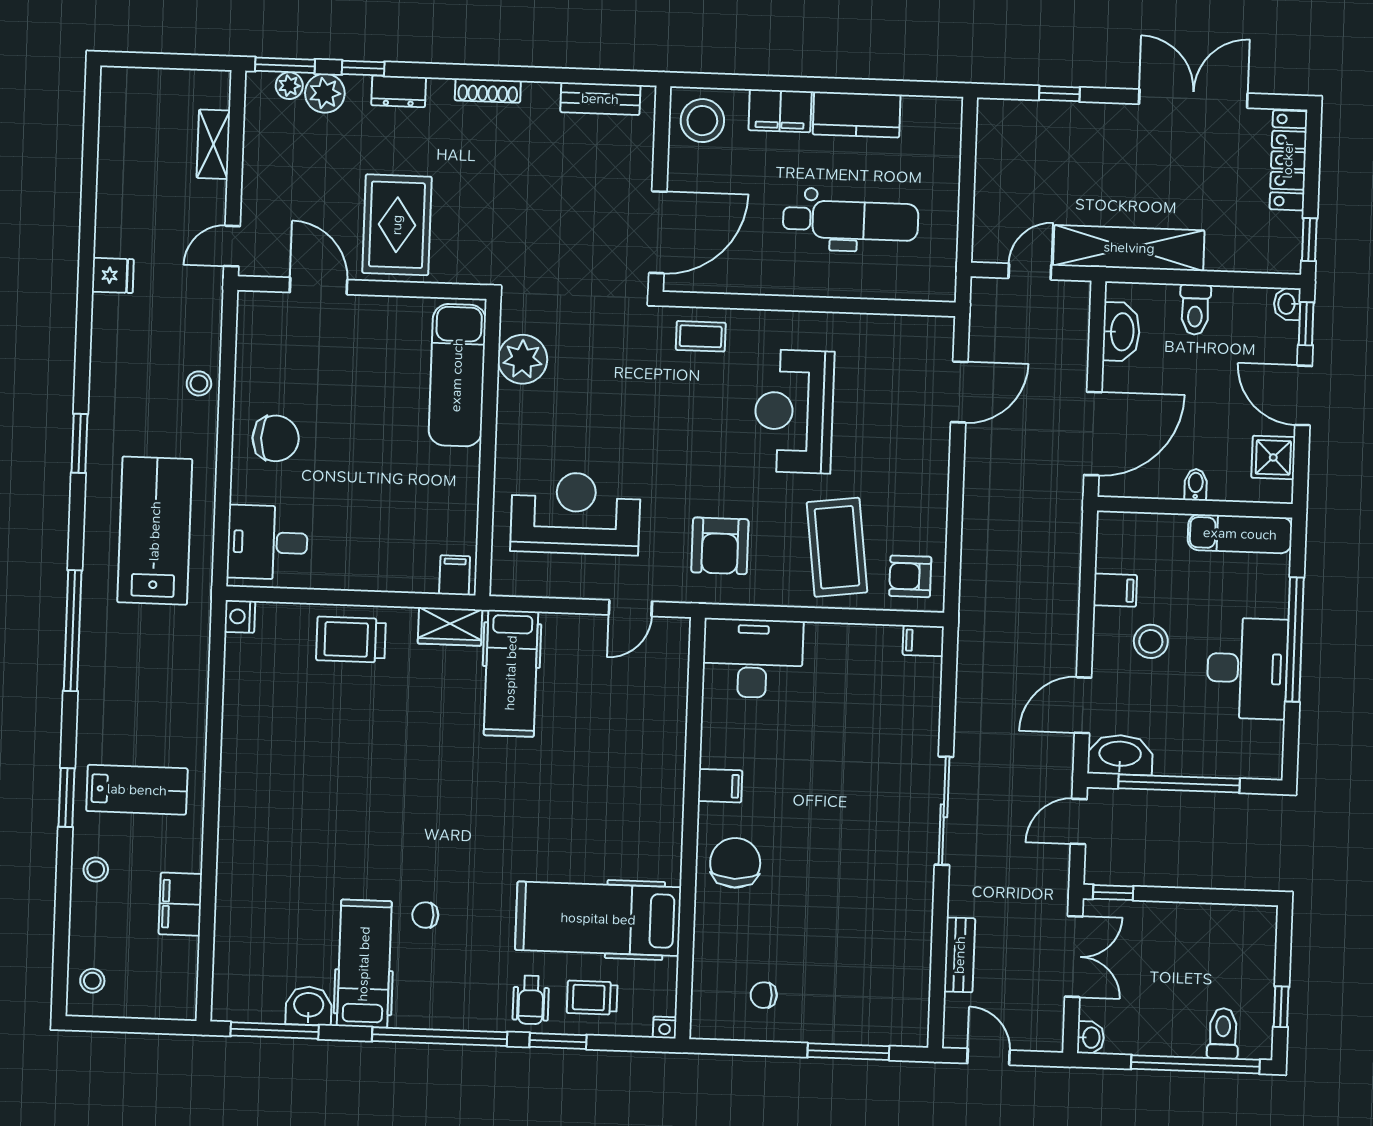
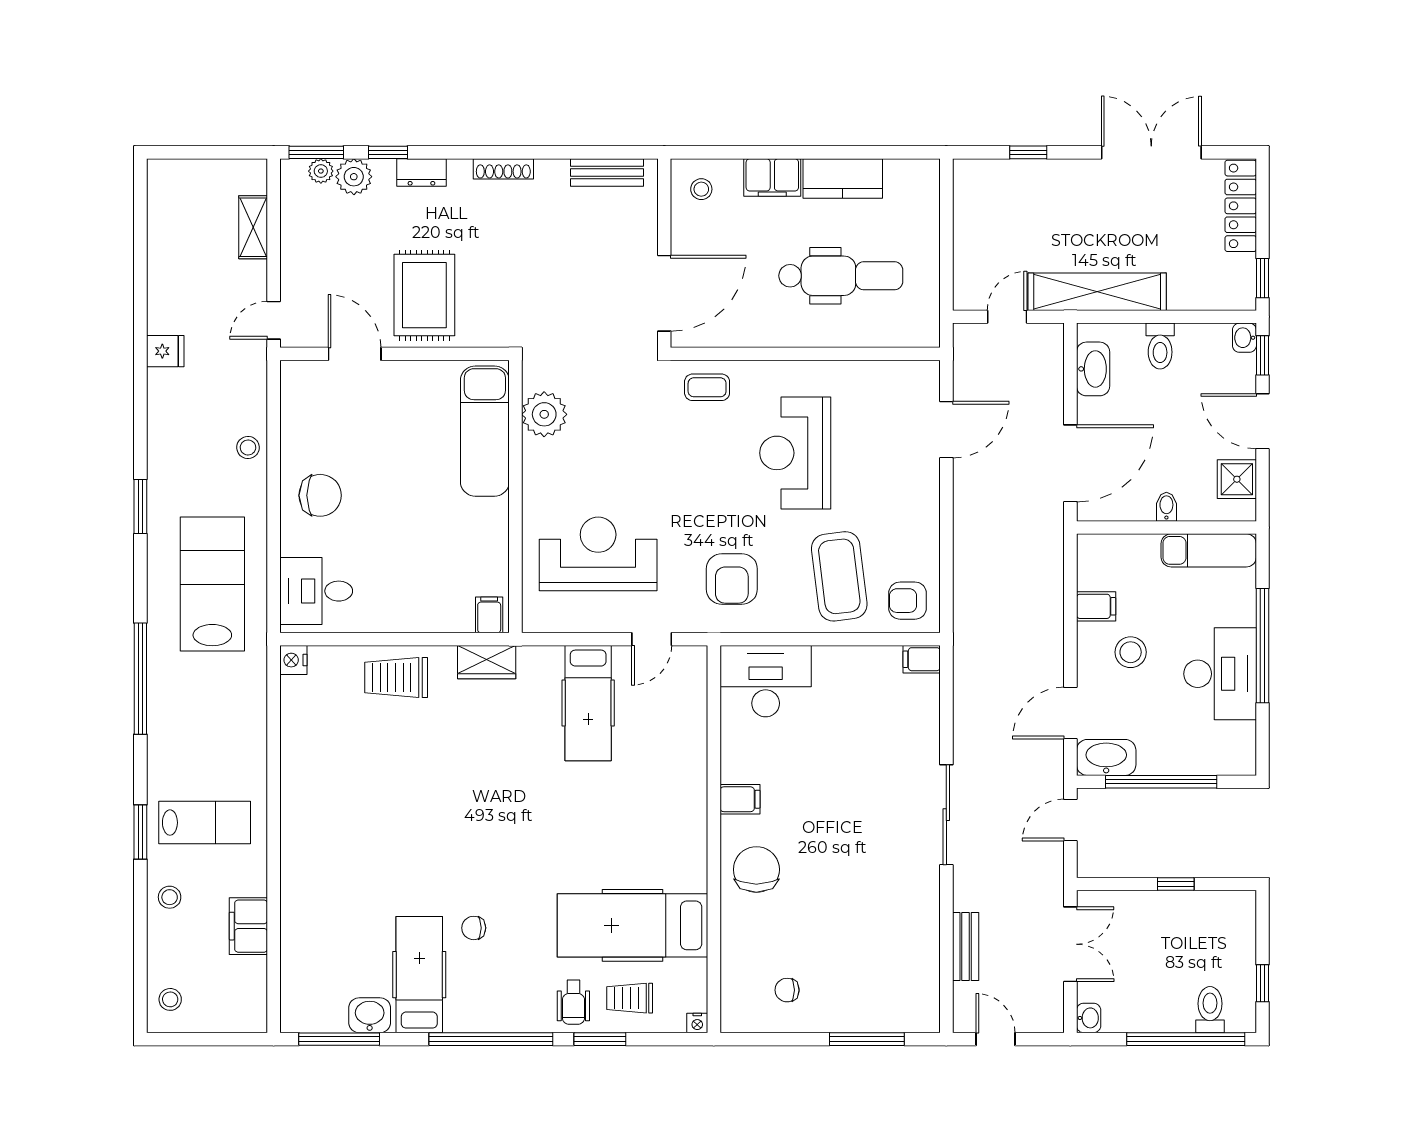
stool: (702, 121) -> (701, 189), width x0.53, depth x0.53
hospital bed: (511, 673) -> (588, 703), moved
window: (1113, 893) -> (1176, 884), moved

